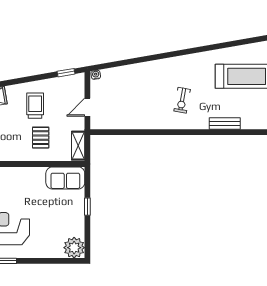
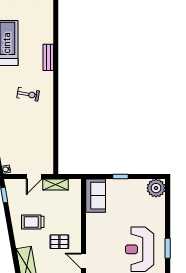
door: (87, 107) -> (34, 176), hinge flipped
pallet: (41, 138) -> (59, 242), moved
shelving: (78, 146) -> (55, 185), moved

